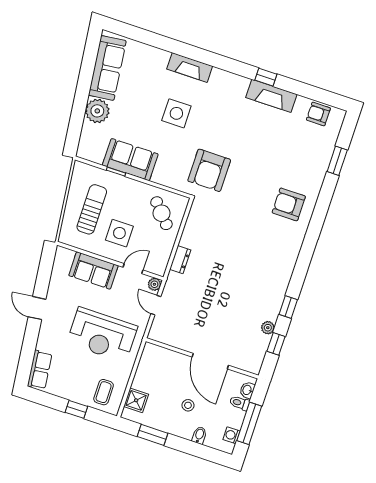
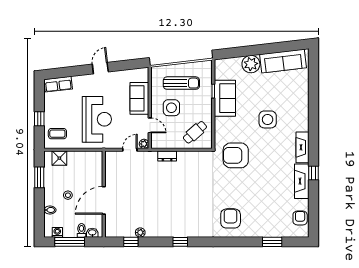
fireplace: (190, 67) -> (302, 147), moved
window: (288, 307) -> (180, 242), moved
reception desk: (102, 335) -> (97, 119), turned 180

